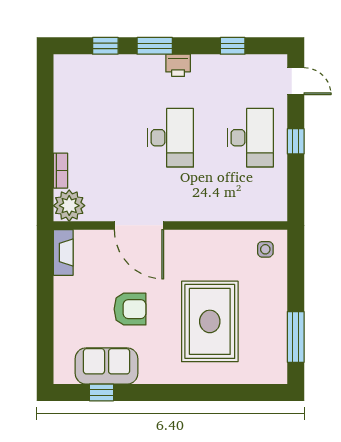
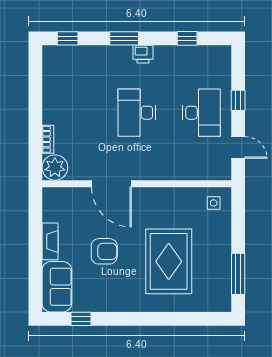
window: (105, 46) -> (68, 38), moved
door: (296, 81) -> (238, 147), moved
desk: (170, 138) -> (137, 113), turned 180
window: (296, 141) -> (238, 100), moved
fireplace: (63, 252) -> (50, 241), moved
sofa: (107, 366) -> (57, 287), moved, turned 90

